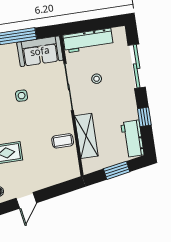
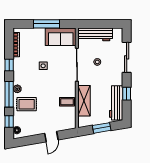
workbench: (132, 139) -> (116, 103), width x1.37
door: (26, 200) -> (51, 137), moved

